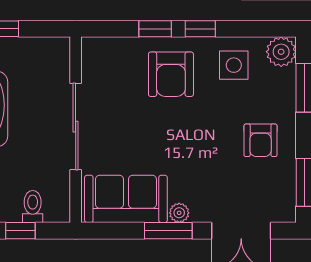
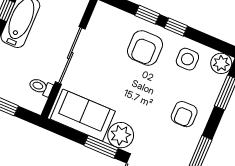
toilet: (33, 207) -> (41, 87), moved, turned -90
plant: (179, 213) -> (121, 135), width x1.88, depth x1.88

